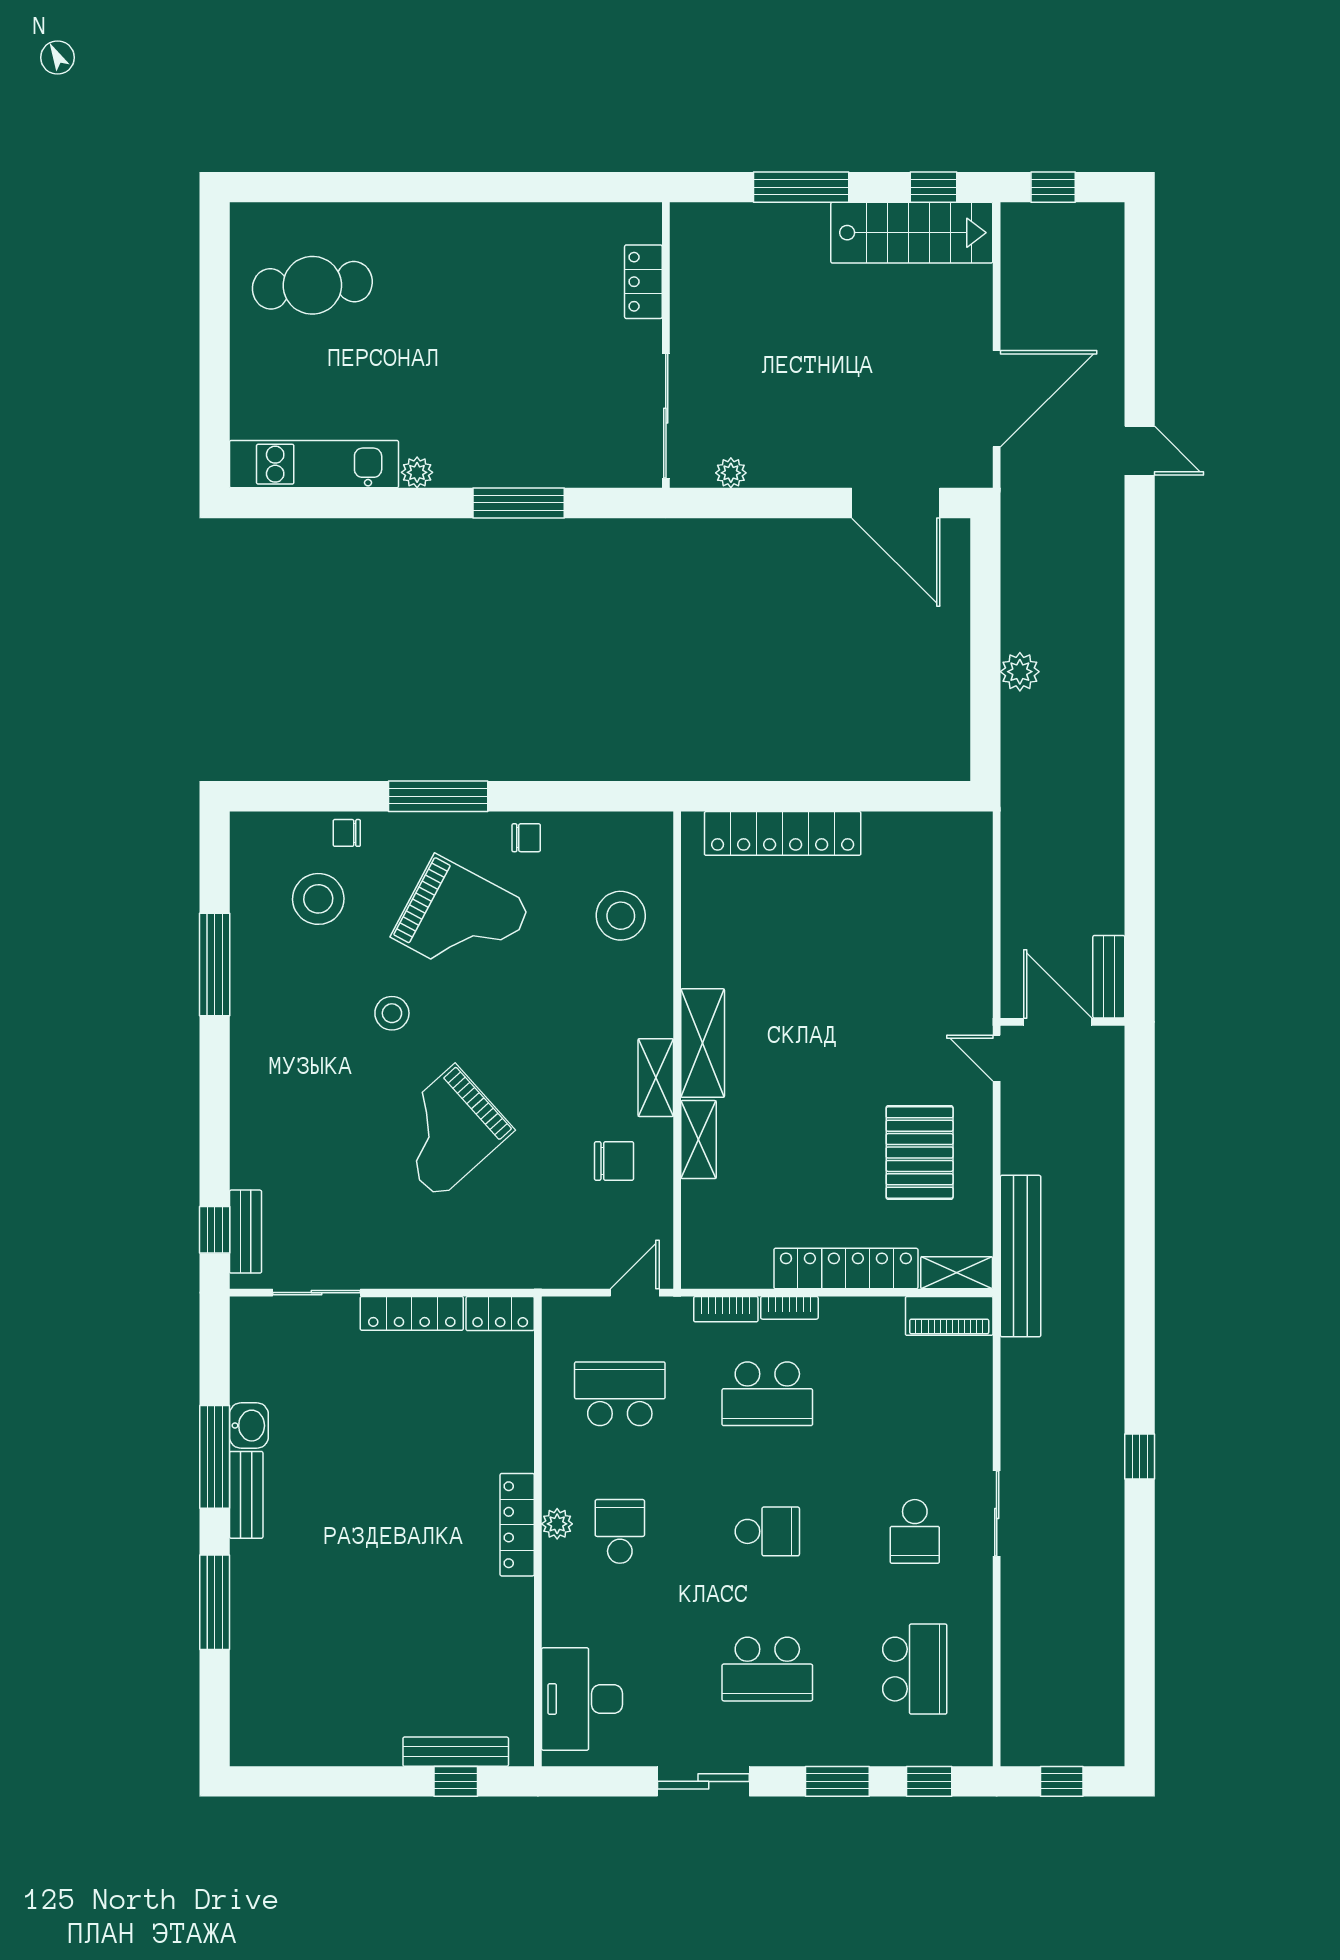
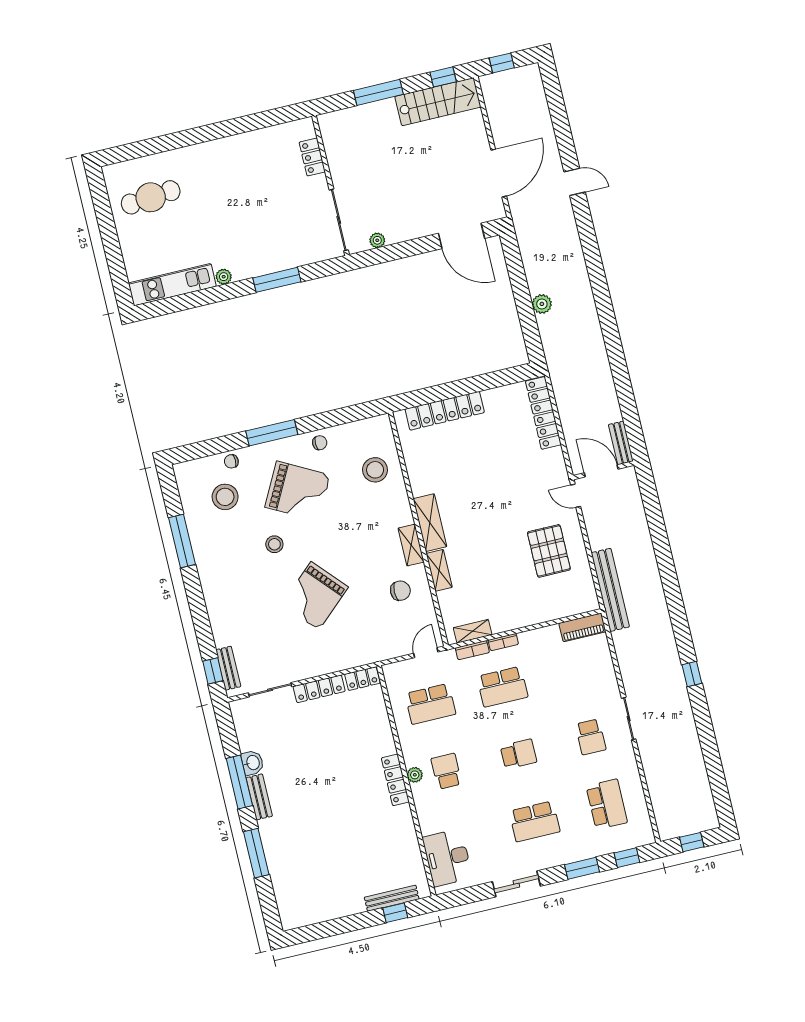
locker: (846, 1269) -> (543, 413), moved, turned -90
shelving: (957, 1273) -> (473, 631), moved
school desk: (620, 1394) -> (430, 704), turned 180

